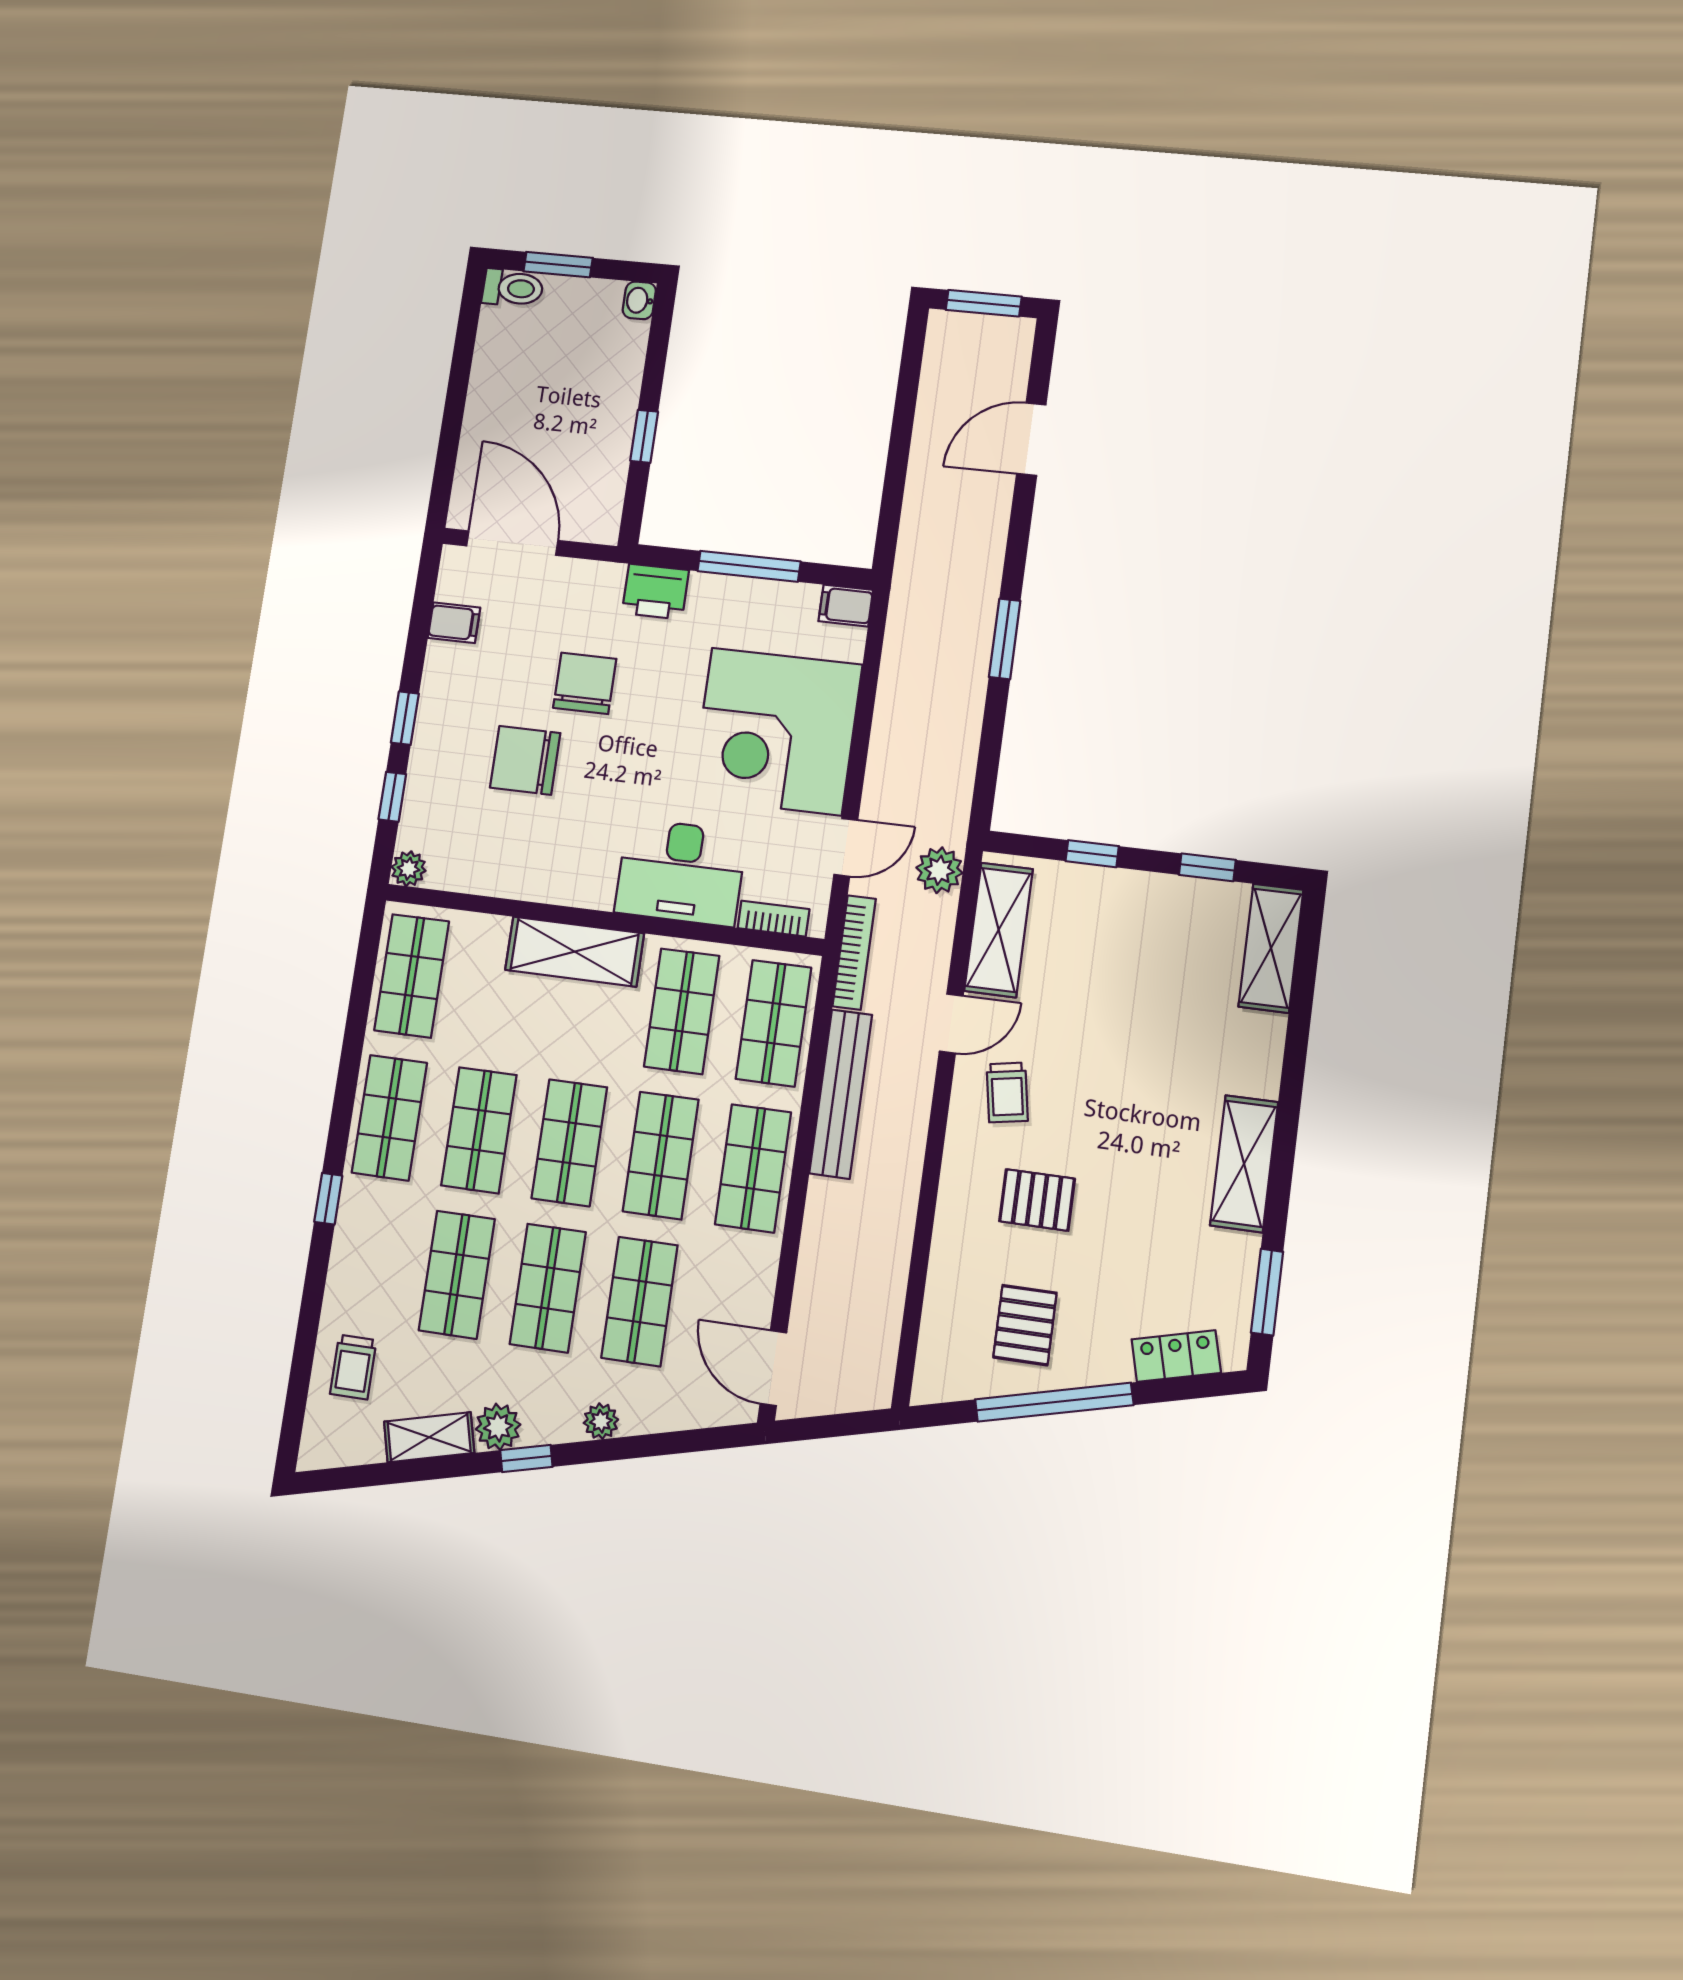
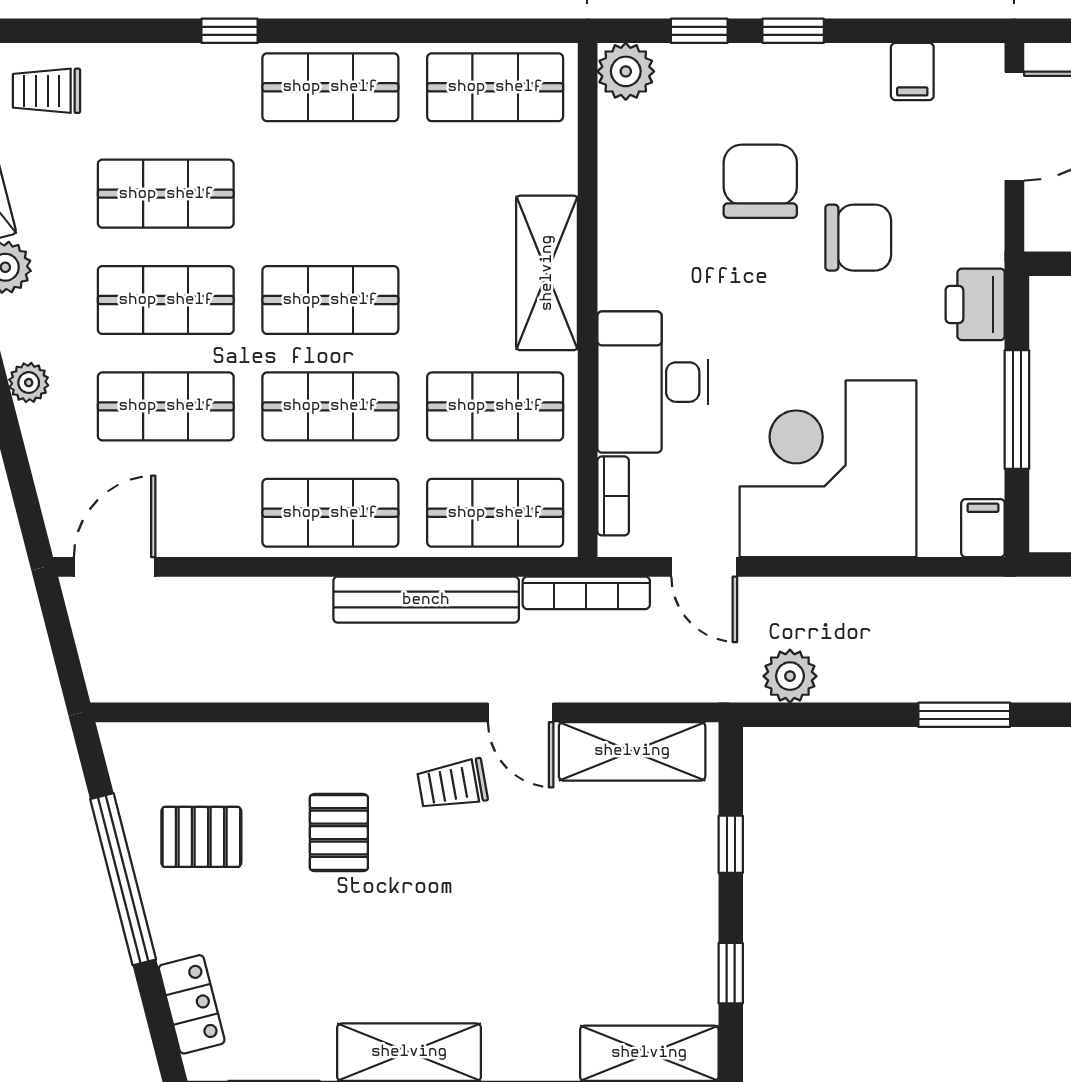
plant: (409, 869) -> (626, 71), width x1.38, depth x1.38
plant: (939, 870) -> (790, 676), moved
shop shelf: (479, 1130) -> (330, 194), removed

